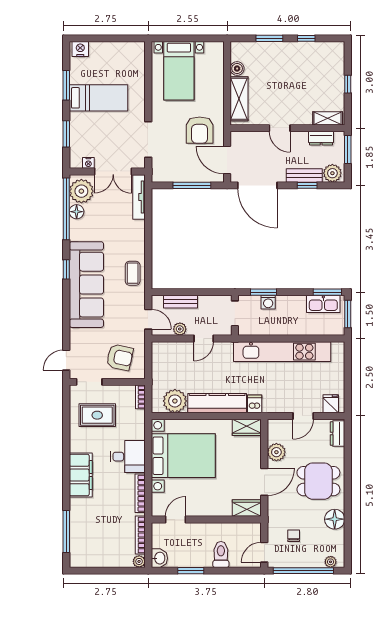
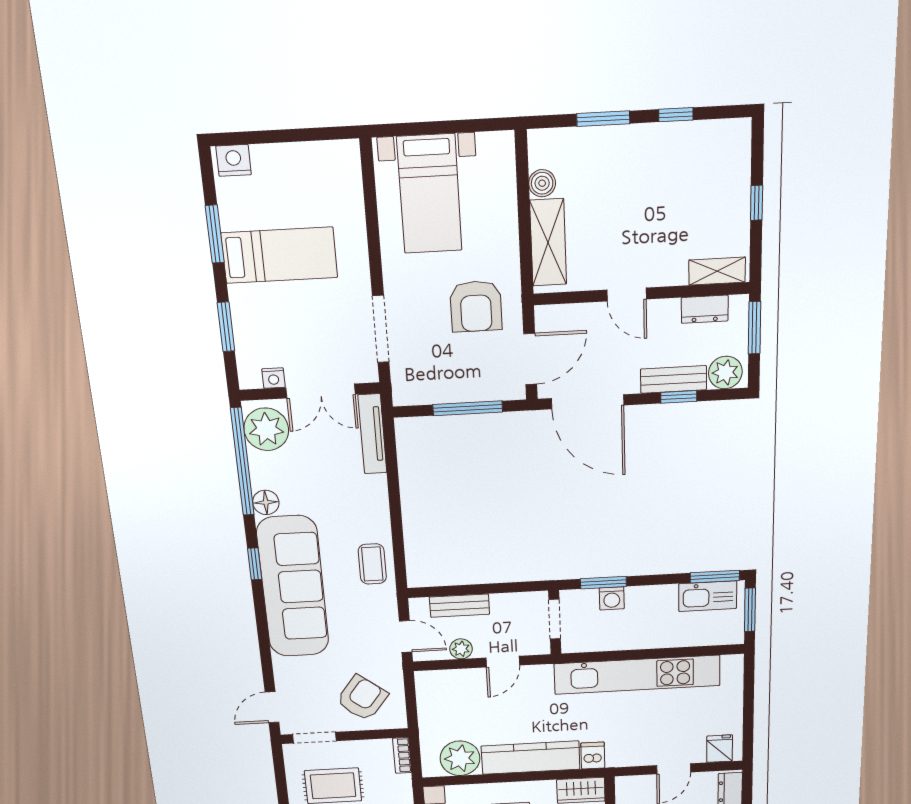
door: (227, 160) -> (530, 359), swing flipped
floor lamp: (77, 212) -> (266, 502), moved
armchair: (120, 357) -> (362, 698), turned -64

